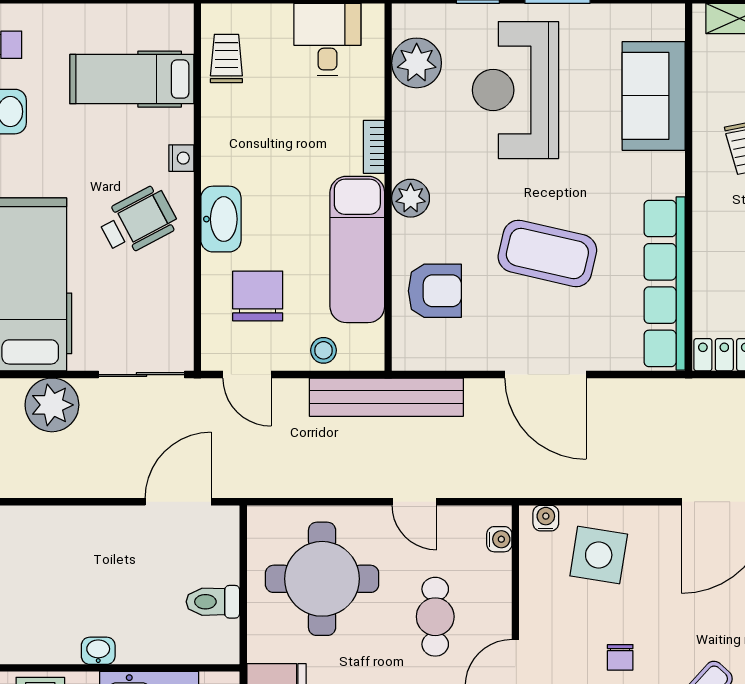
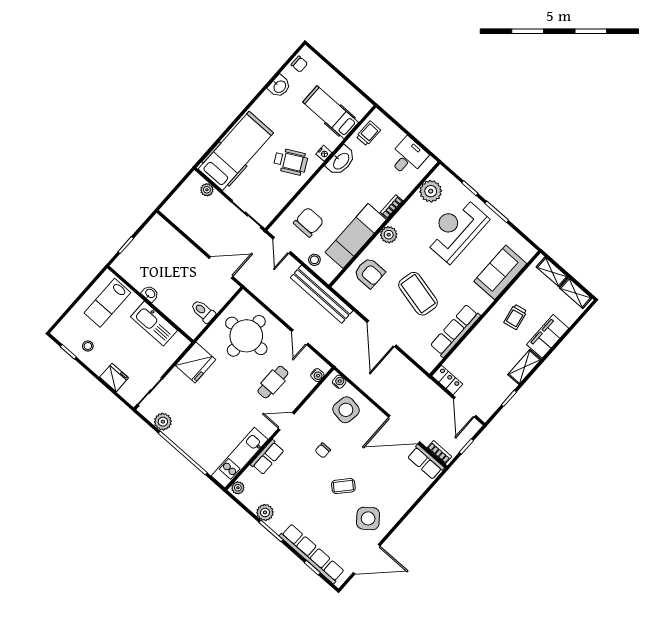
washbasin: (221, 219) -> (341, 161), moved
row of seats: (665, 283) -> (455, 331), width x0.73
plant: (52, 405) -> (207, 190), width x0.53, depth x0.53

